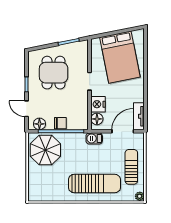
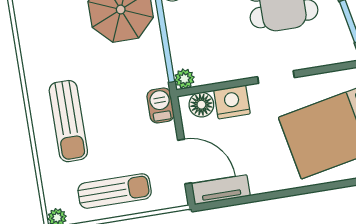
chair: (60, 123) -> (181, 31), removed
plant: (83, 125) -> (184, 79), added
sun lounger: (94, 184) -> (68, 121), width x0.73, depth x0.75

